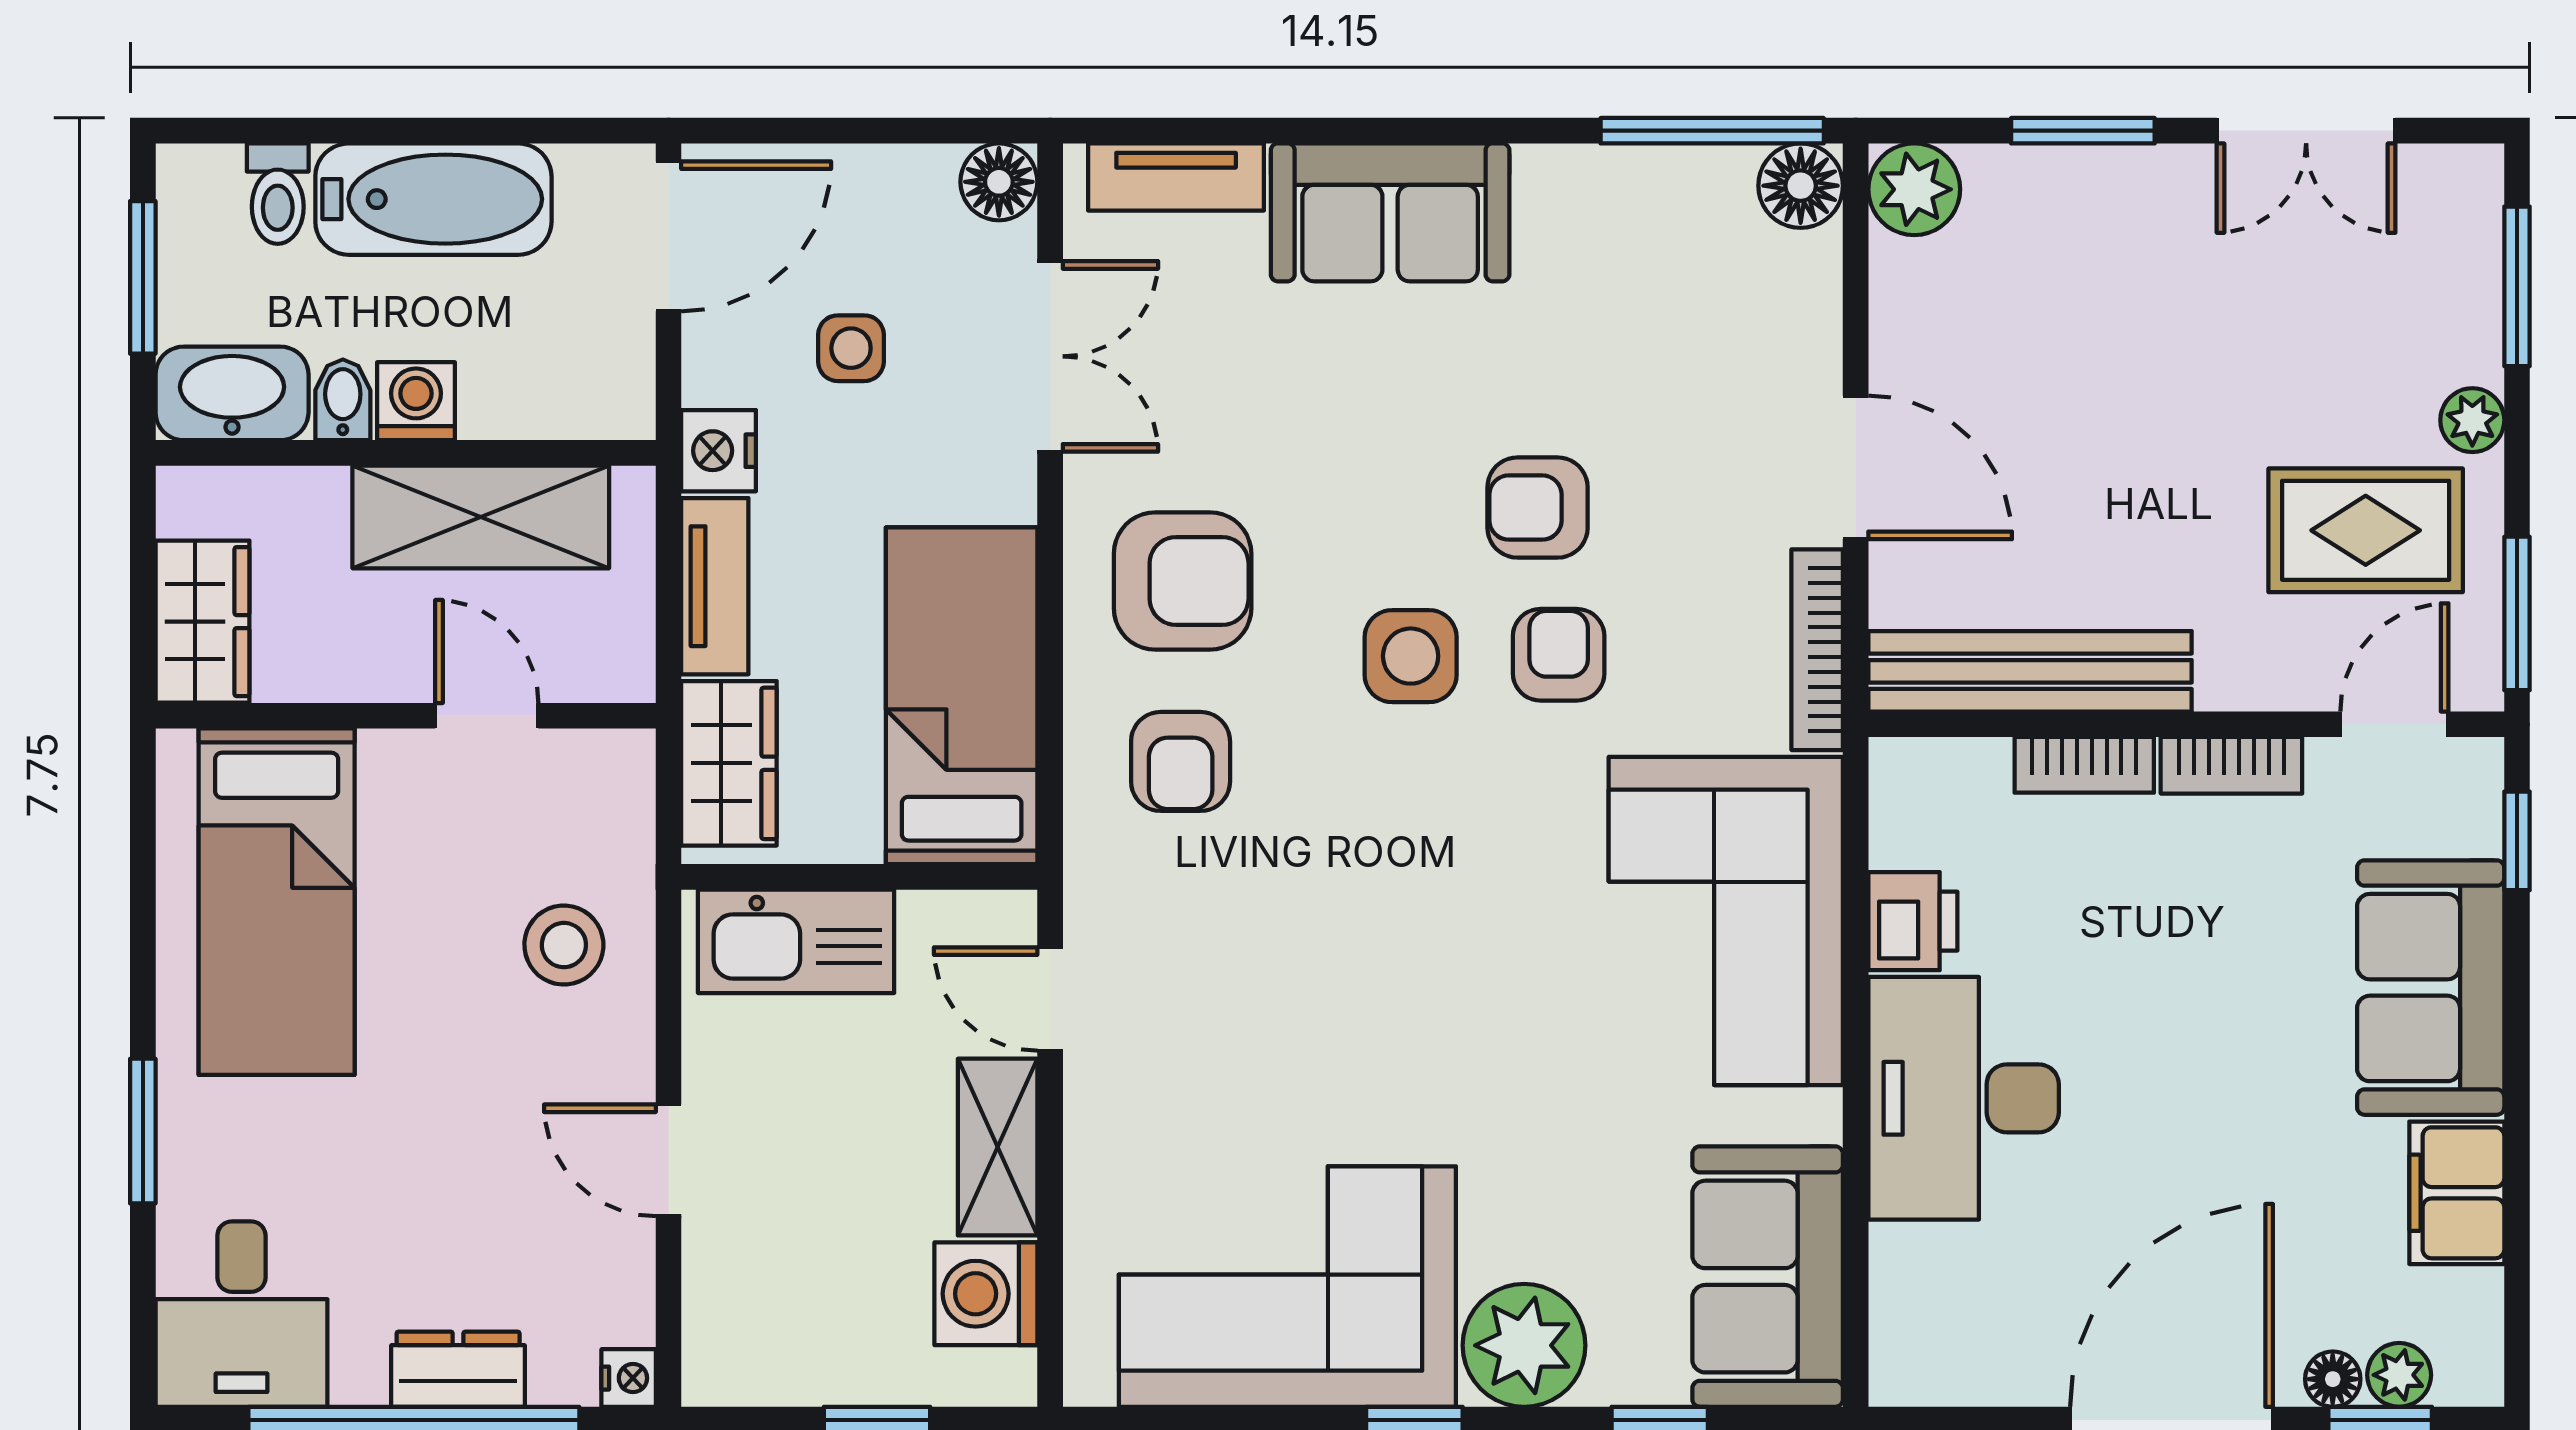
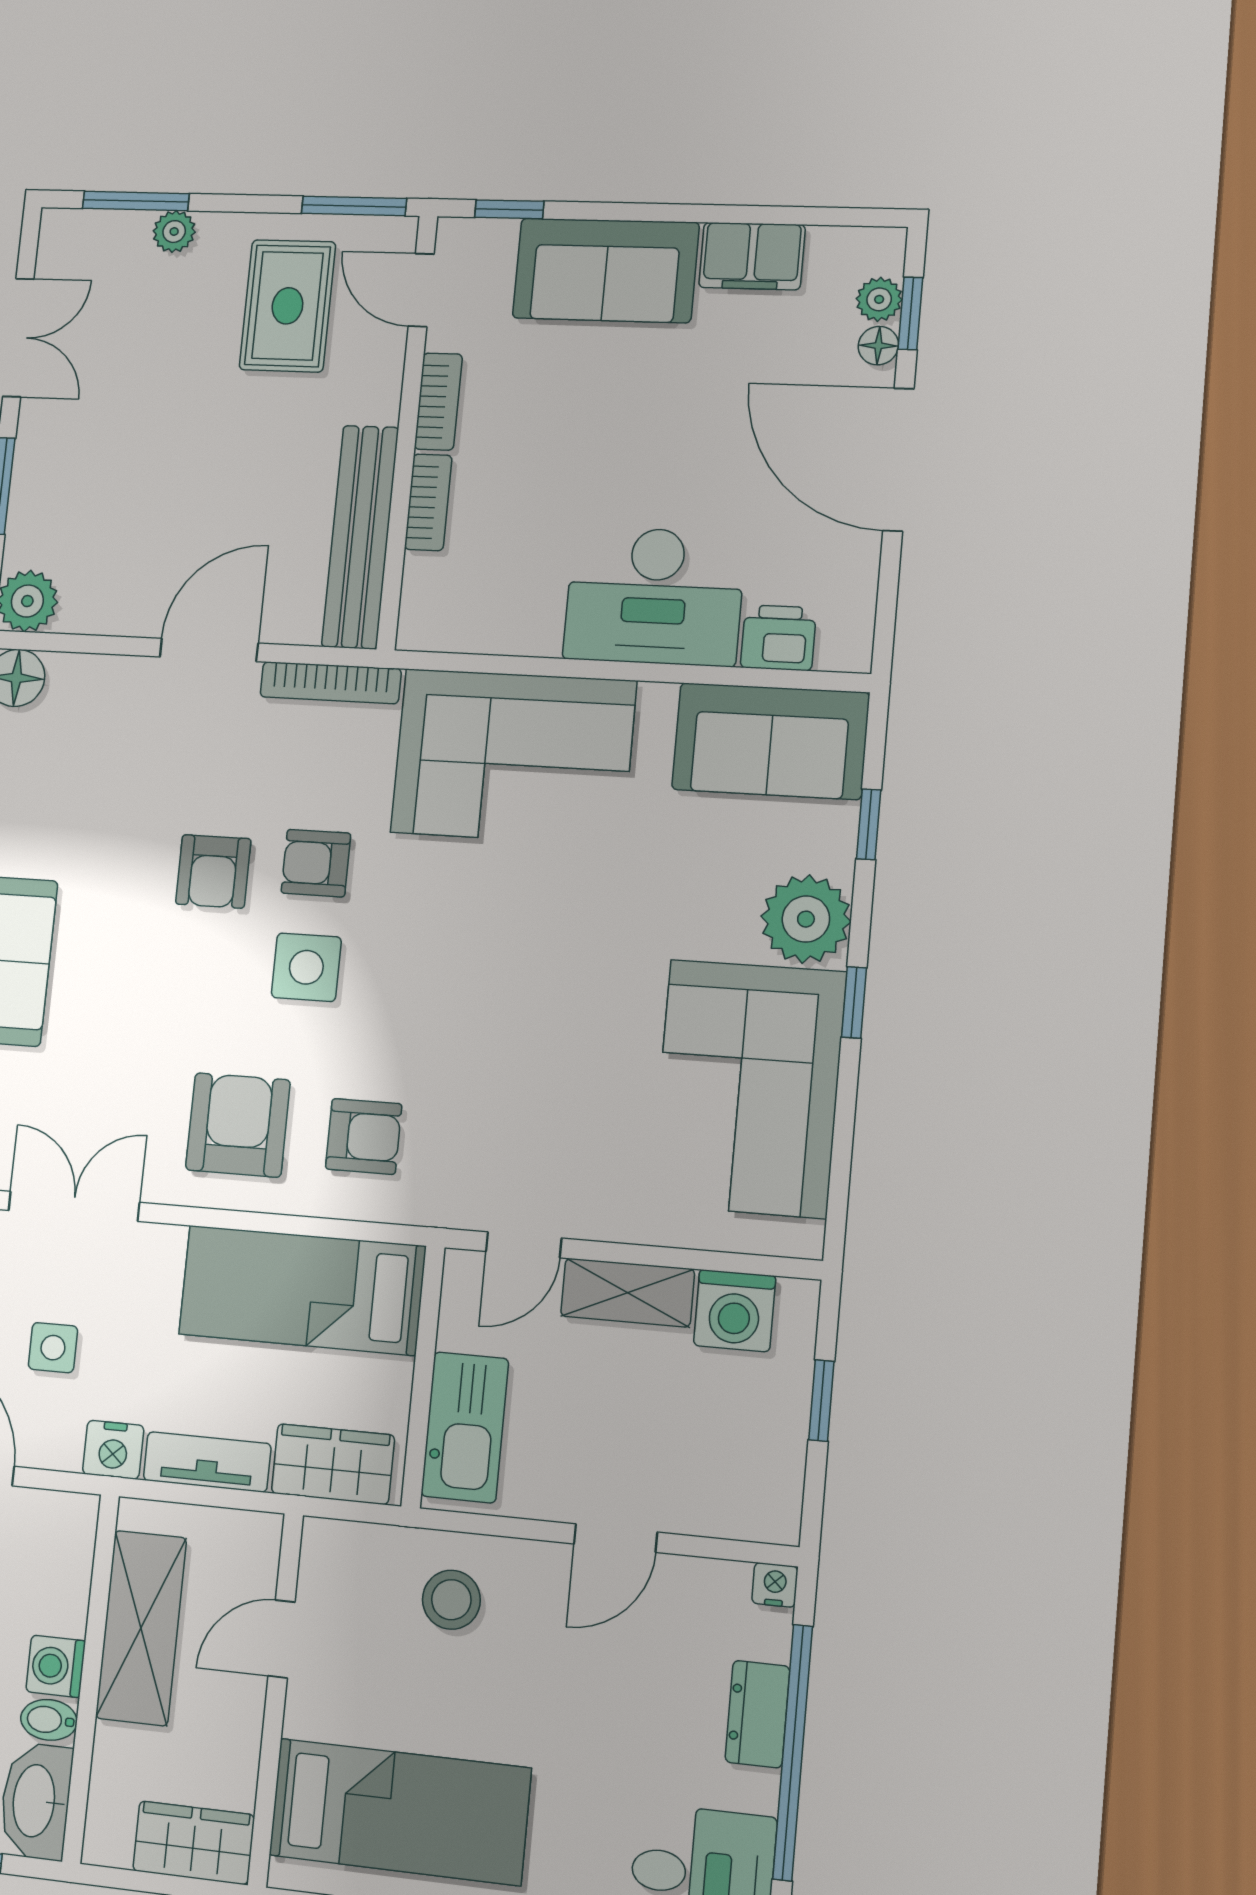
plant: (2472, 420) -> (174, 232), moved
printer: (1913, 921) -> (778, 638), moved

